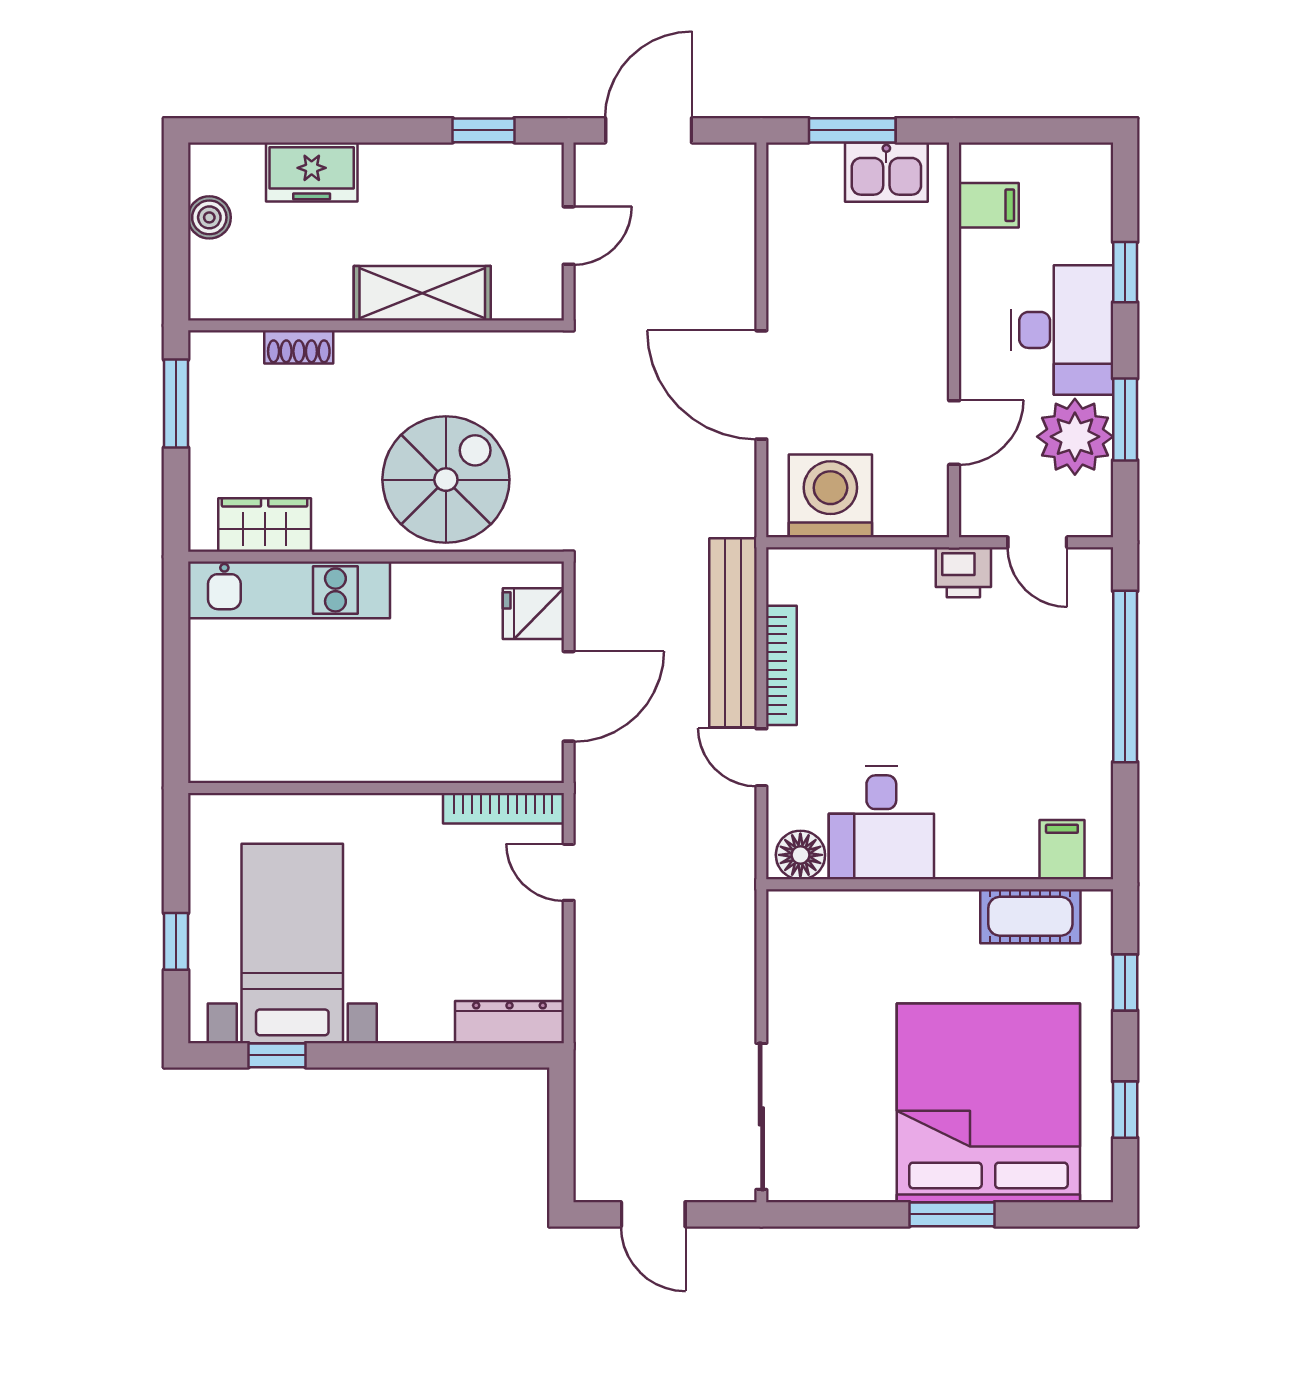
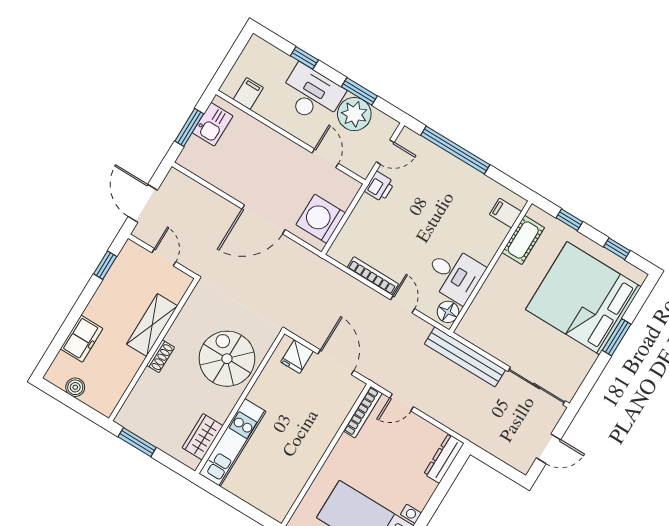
shoe rack: (299, 347) -> (161, 356), moved
bench: (733, 633) -> (465, 357), moved
door: (761, 757) -> (403, 304), swing flipped

